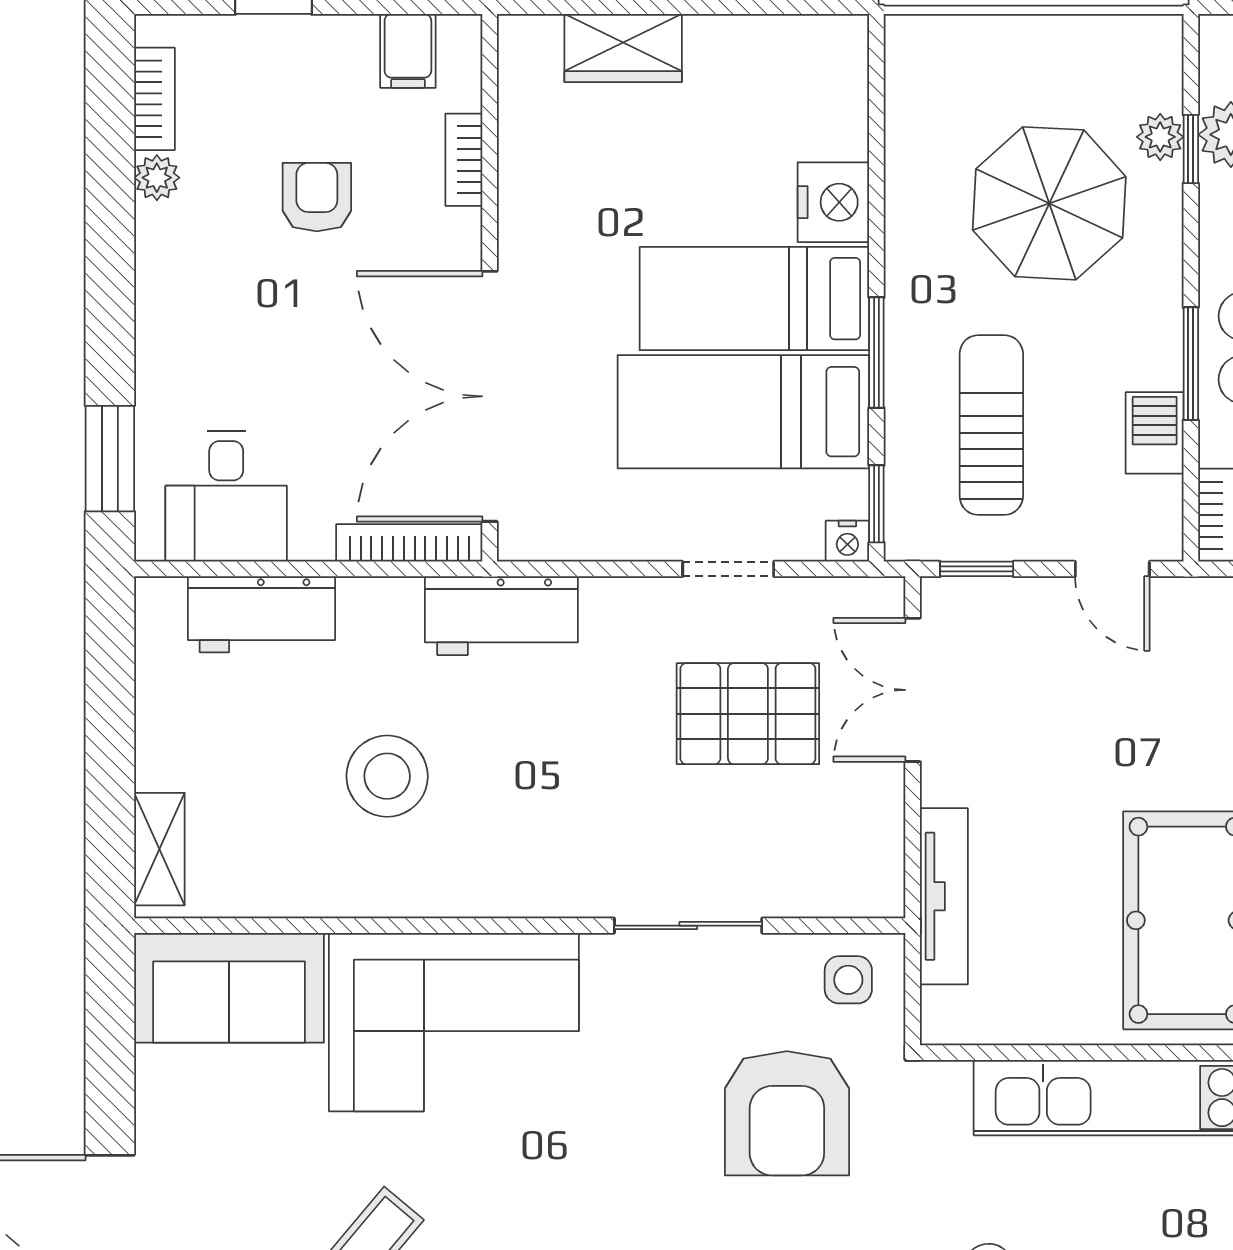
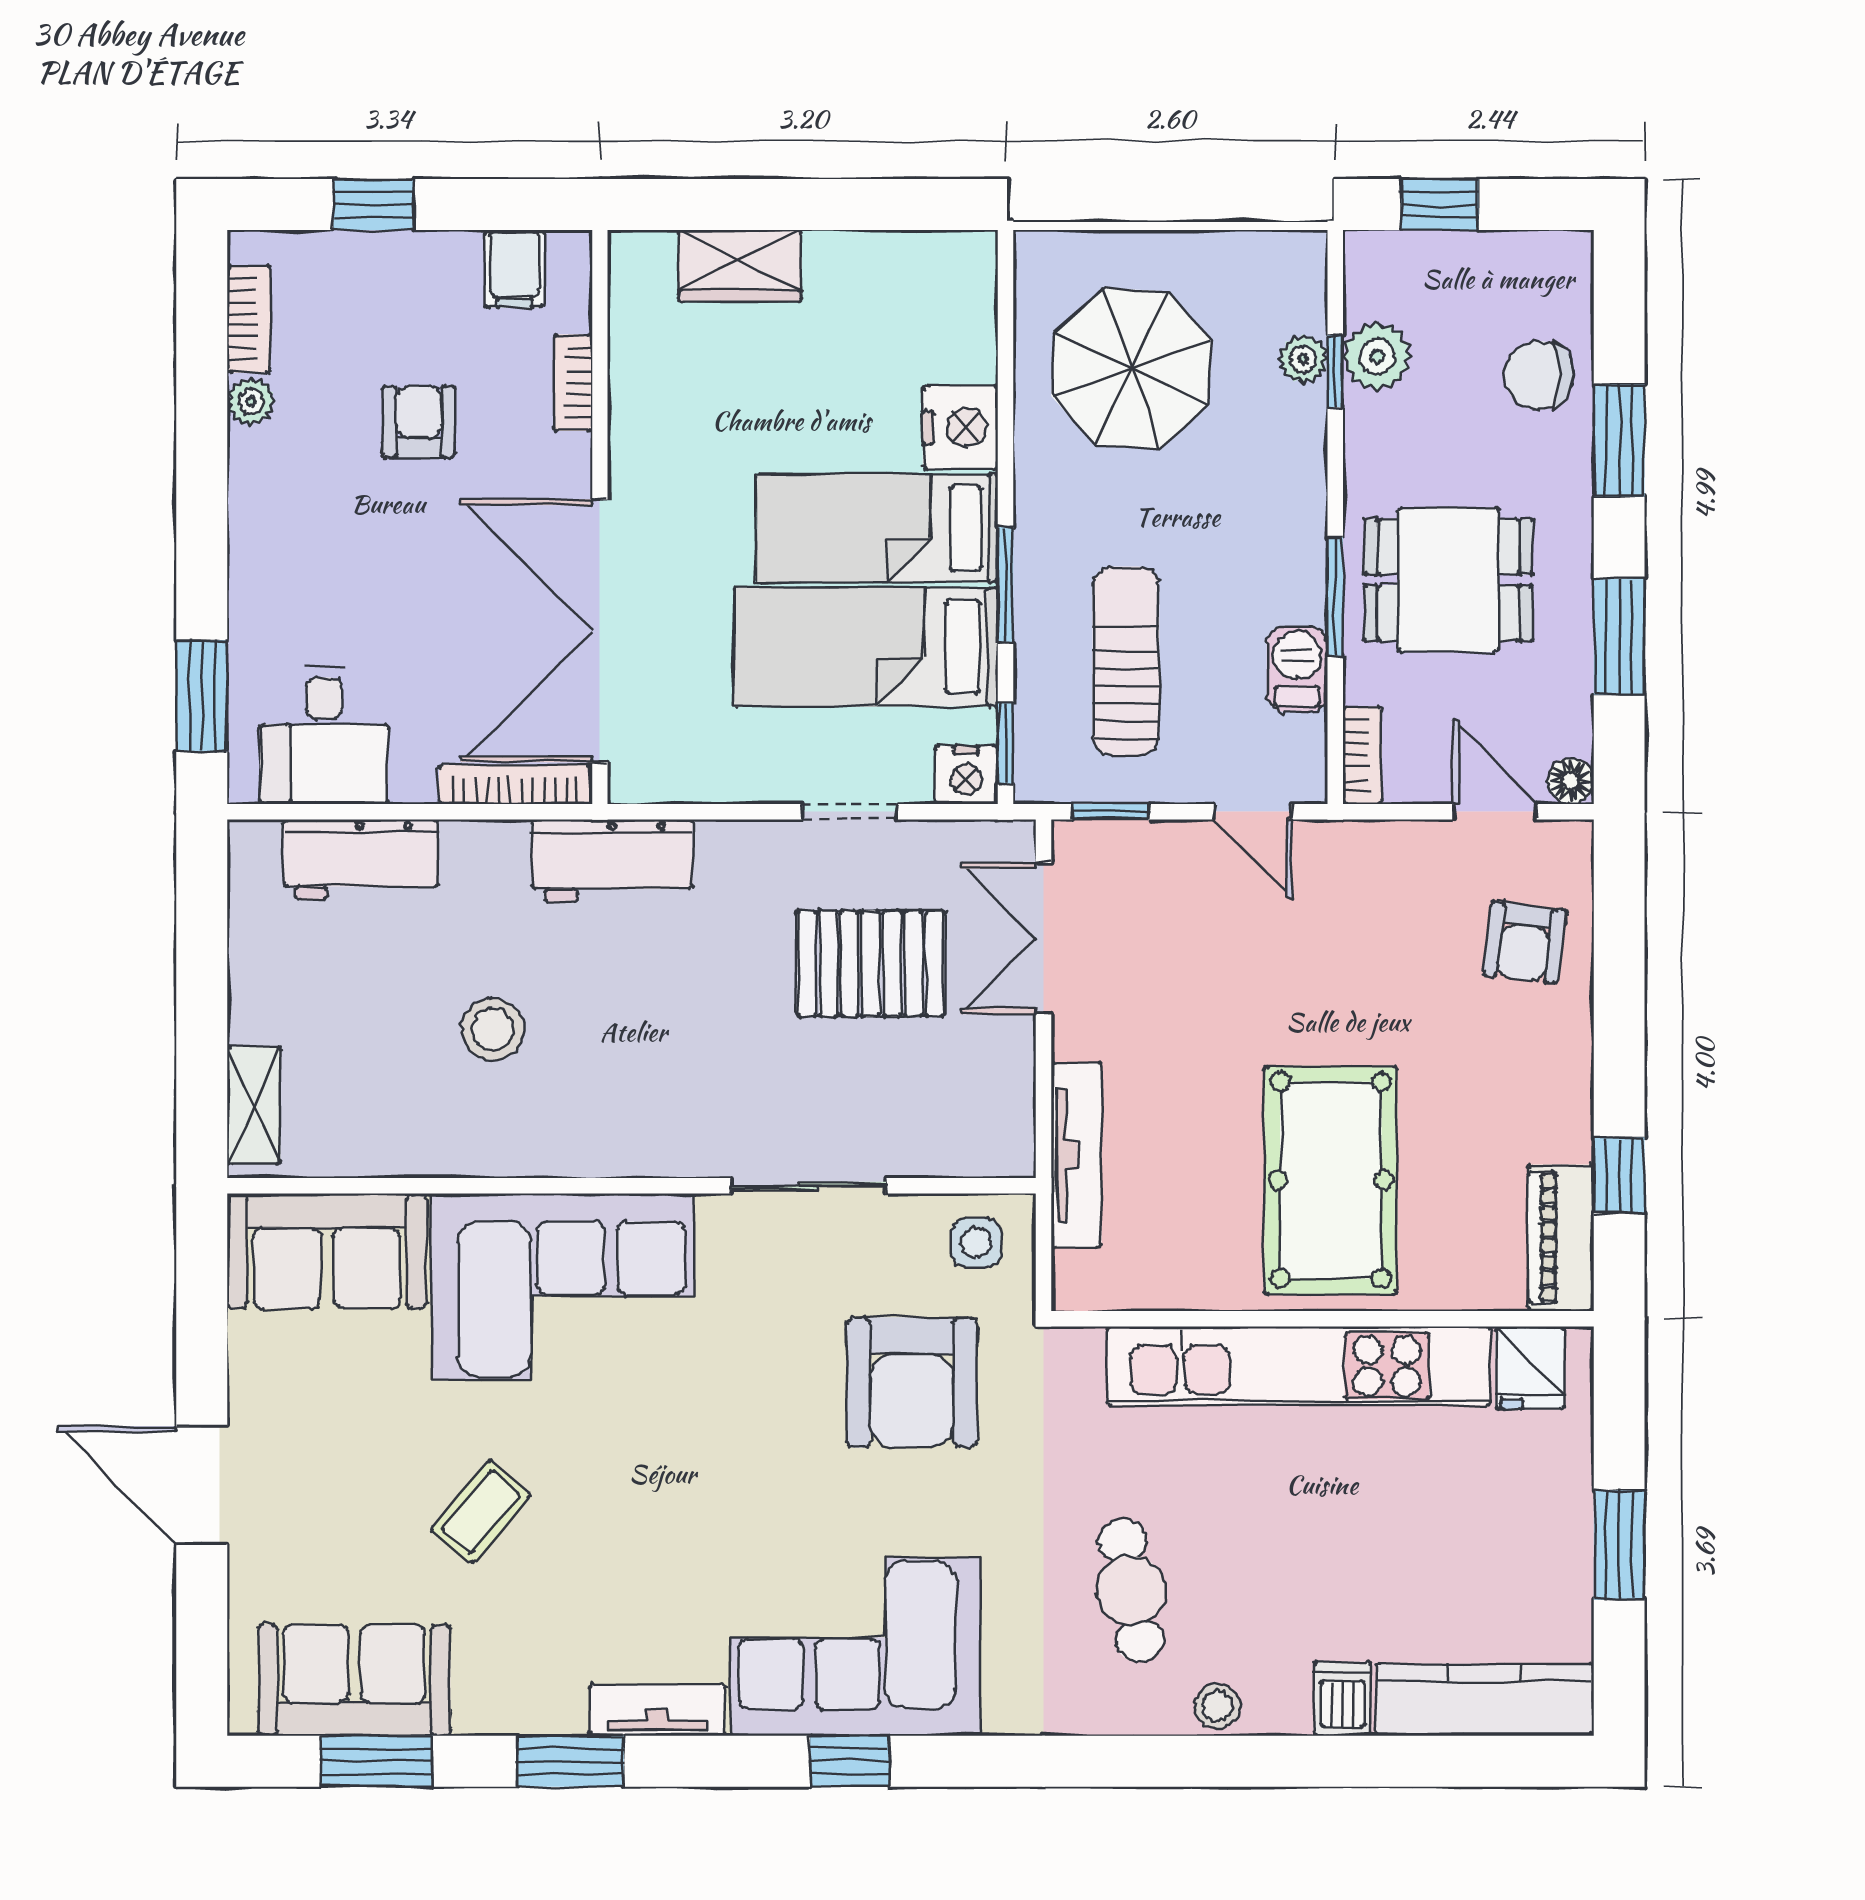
parasol: (1049, 203) -> (1132, 368), moved
nightstand: (847, 541) -> (966, 775), width x1.39, depth x1.35
stool: (387, 776) -> (492, 1029), width x0.73, depth x0.73

